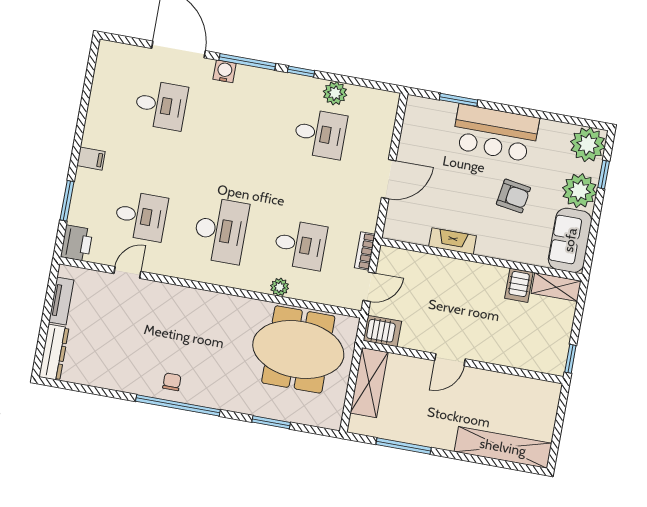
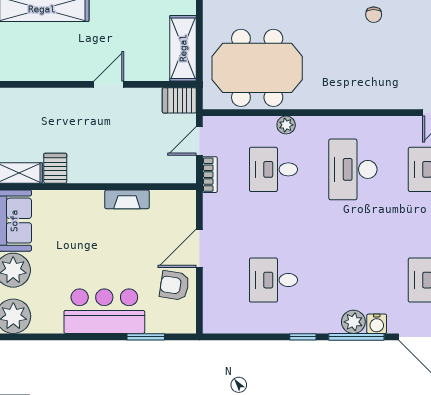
plant: (335, 93) -> (353, 322), moved
armchair: (513, 196) -> (174, 285), moved

